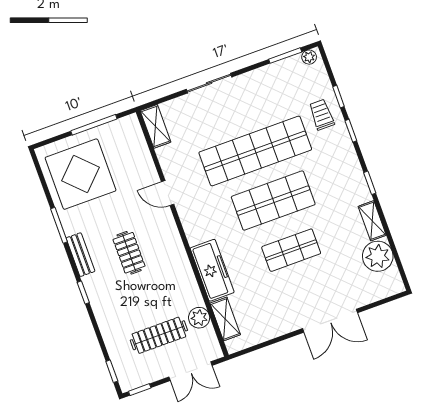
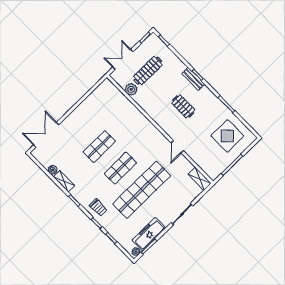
trolley: (322, 115) -> (98, 208), moved
display table: (81, 174) -> (227, 136), width x0.73, depth x0.73
door: (168, 193) -> (177, 147), swing flipped
shop shelf: (273, 201) -> (120, 168), width x0.70, depth x0.74
bench: (80, 255) -> (193, 79), moved
plant: (378, 256) -> (53, 170), width x0.53, depth x0.53
freezer: (212, 270) -> (149, 234), moved, turned 90
shelving: (225, 319) -> (117, 95), removed
double door: (330, 321) -> (46, 135), moved

